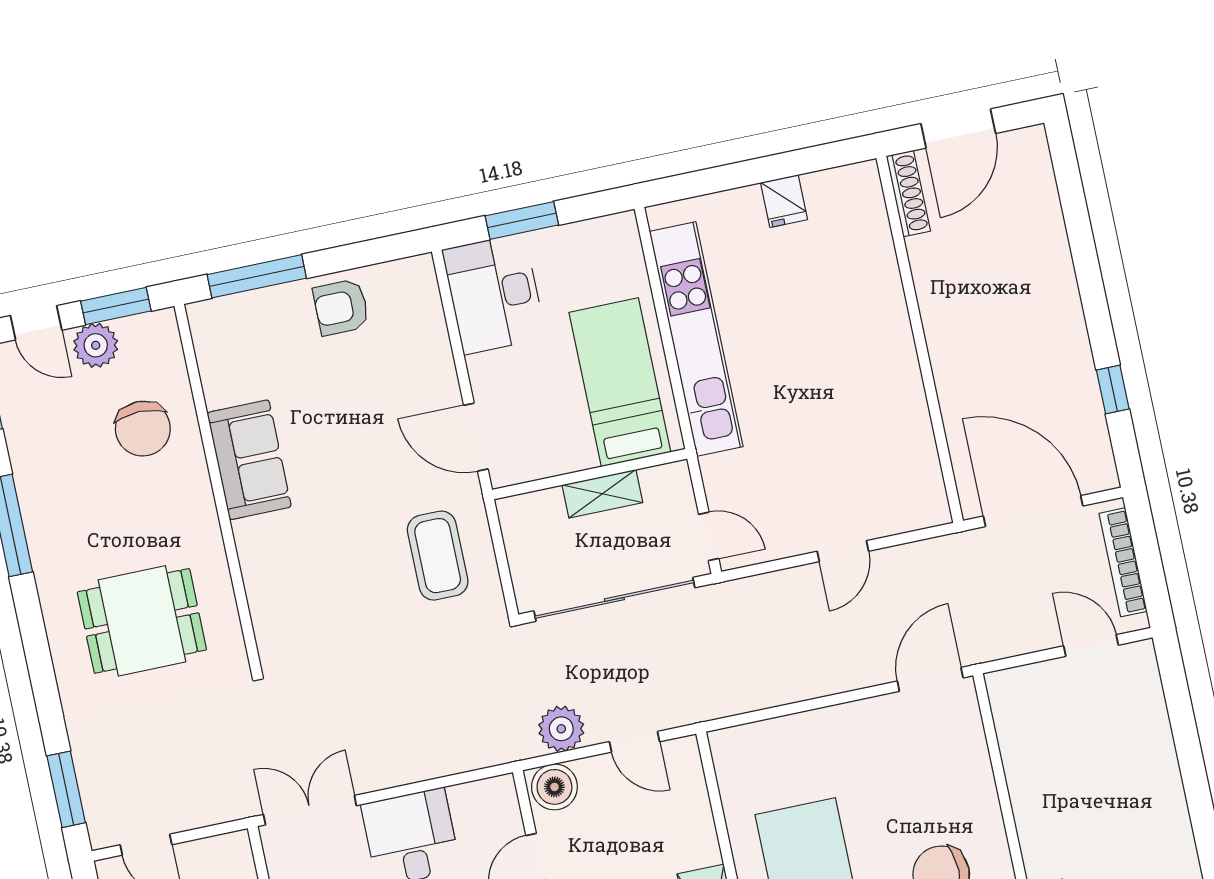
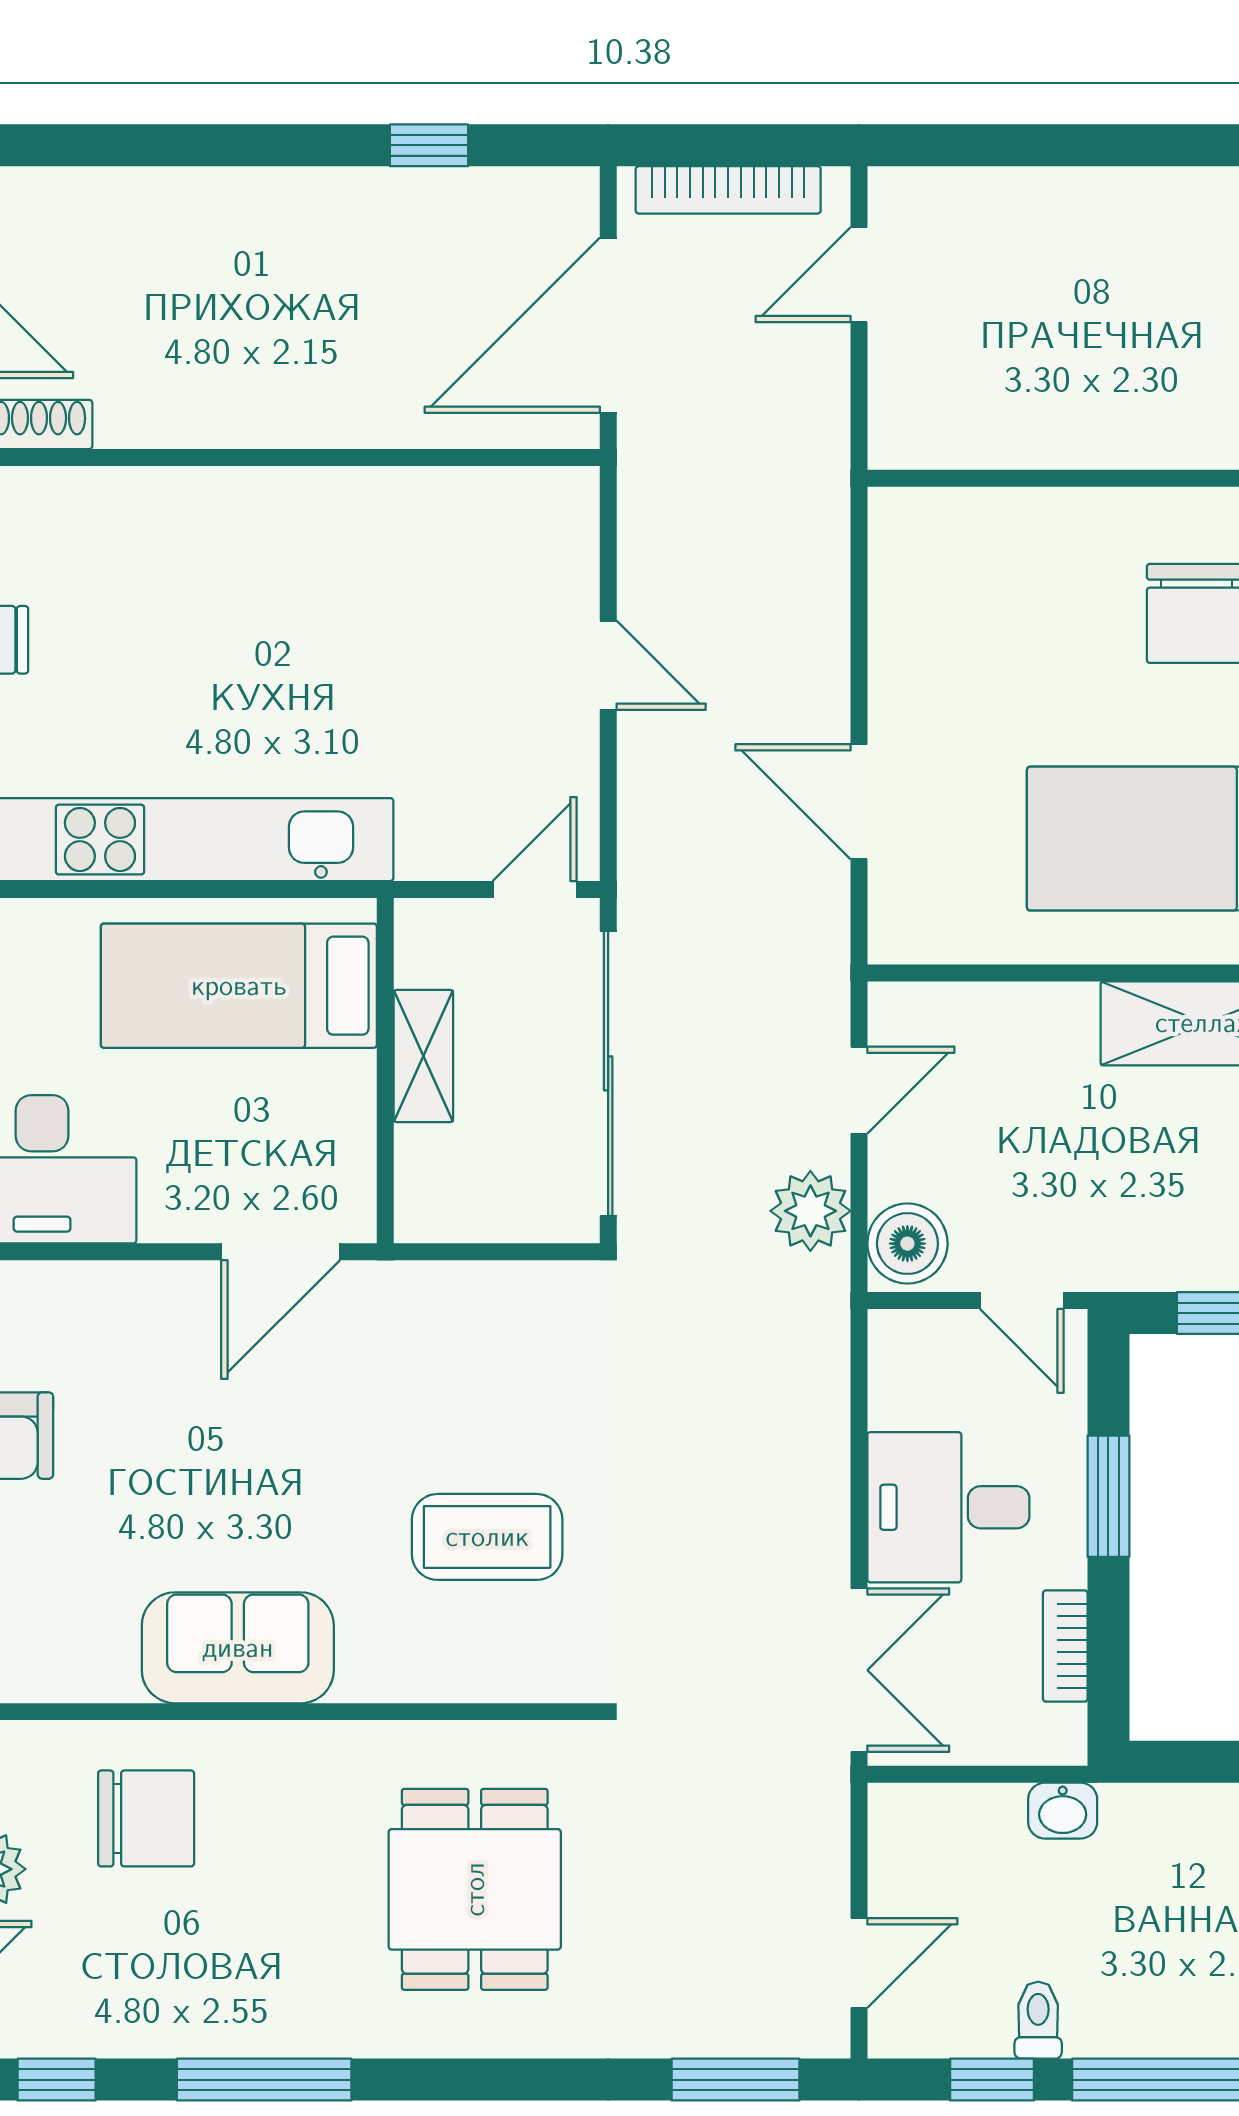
coffee table: (438, 556) -> (487, 1537), moved
door: (930, 679) -> (859, 802), moved
double door: (310, 810) -> (859, 1670), swing flipped

